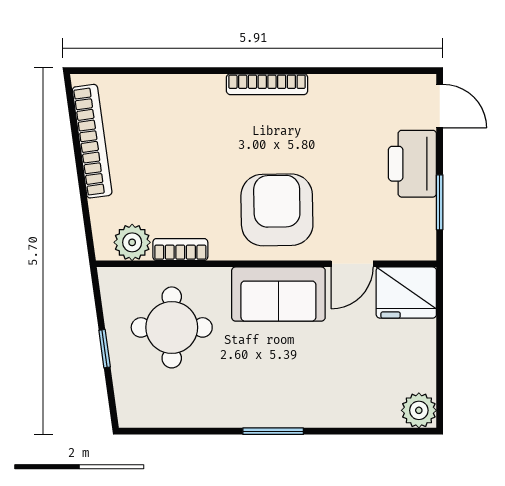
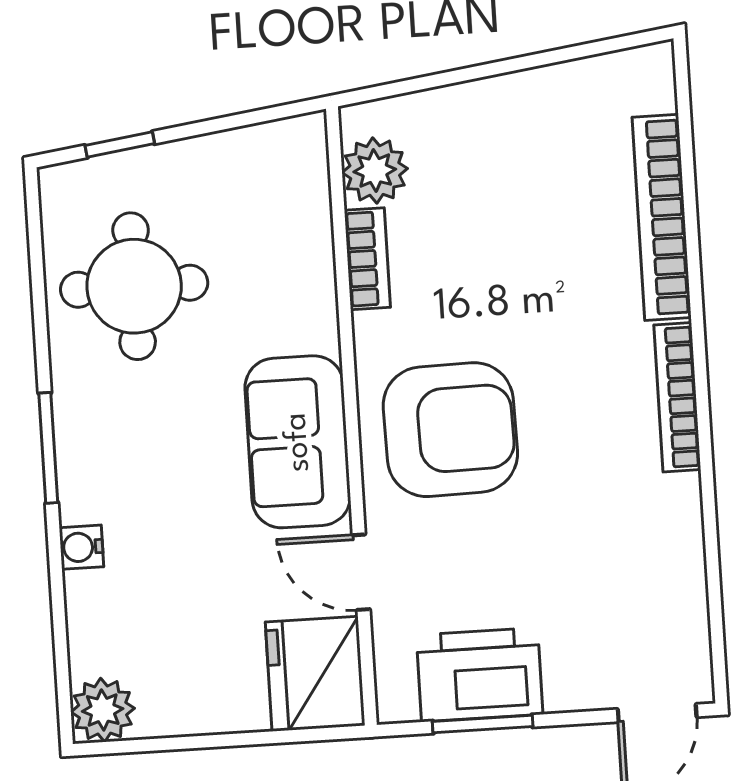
bookcase: (92, 141) -> (662, 217), moved, turned 98
printer: (412, 164) -> (480, 675), moved
round table: (172, 327) -> (134, 286), moved
window: (105, 349) -> (120, 145), moved
water cooler: (329, 416) -> (81, 547), added

